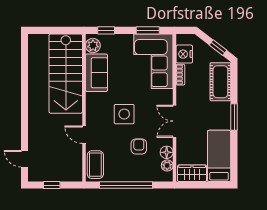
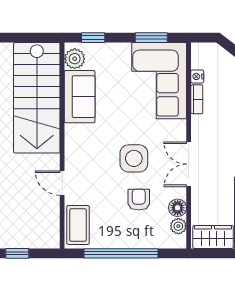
nightstand: (184, 54) -> (197, 76), width x0.53, depth x0.56
side table: (124, 114) -> (134, 158), moved

